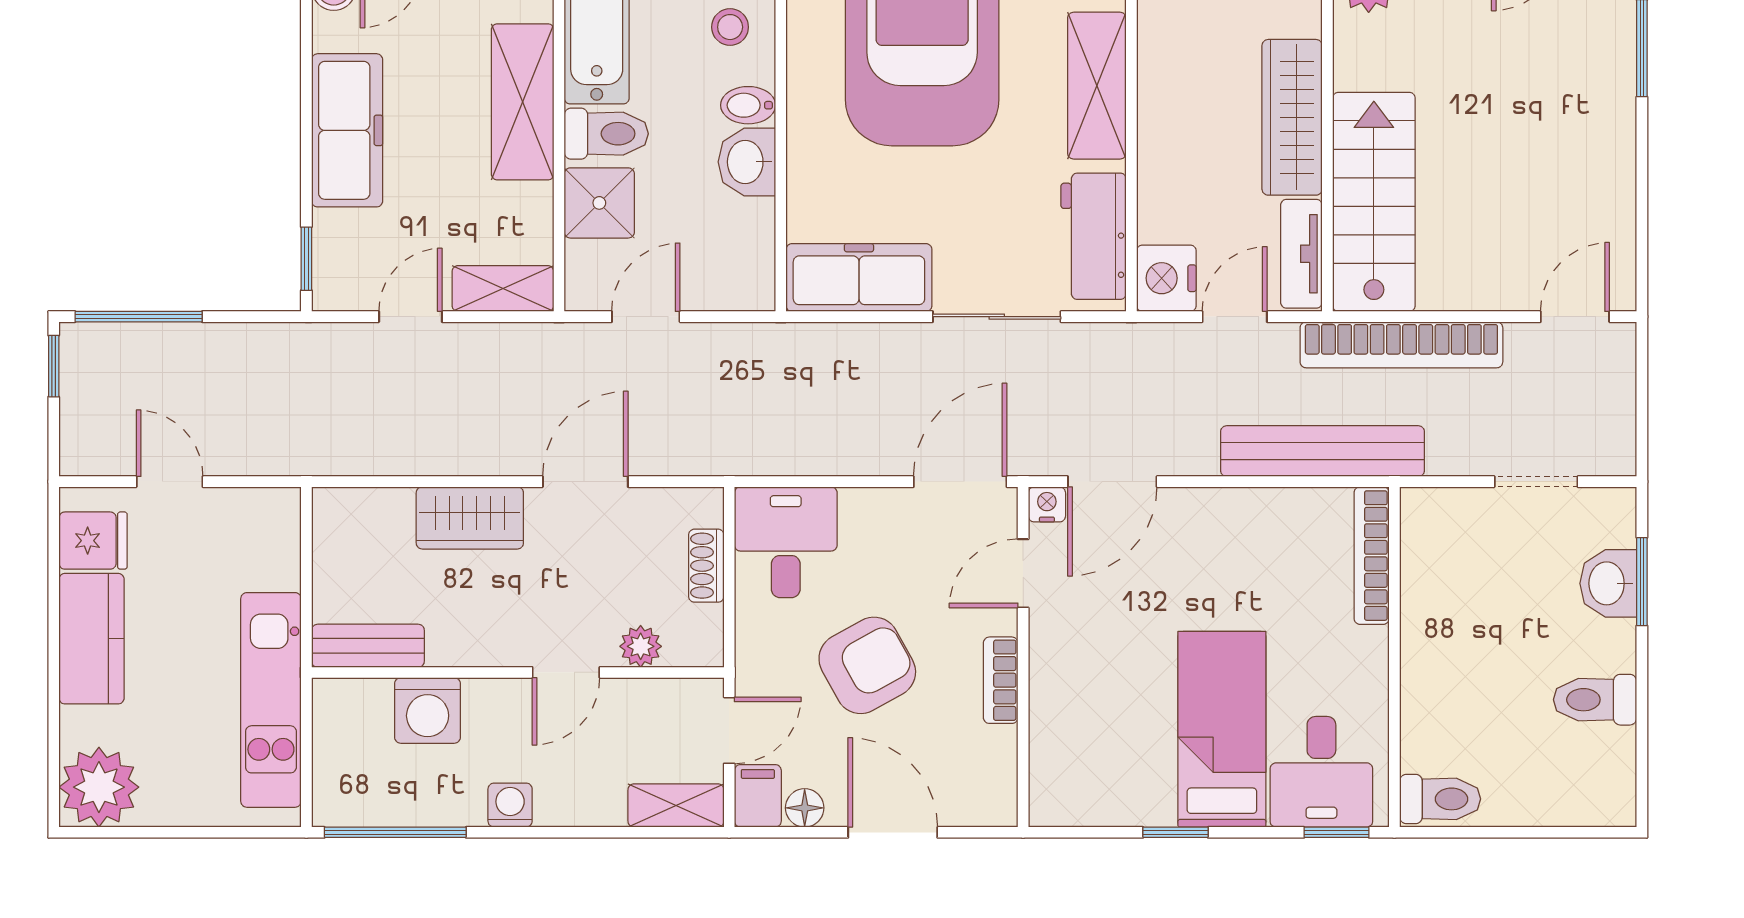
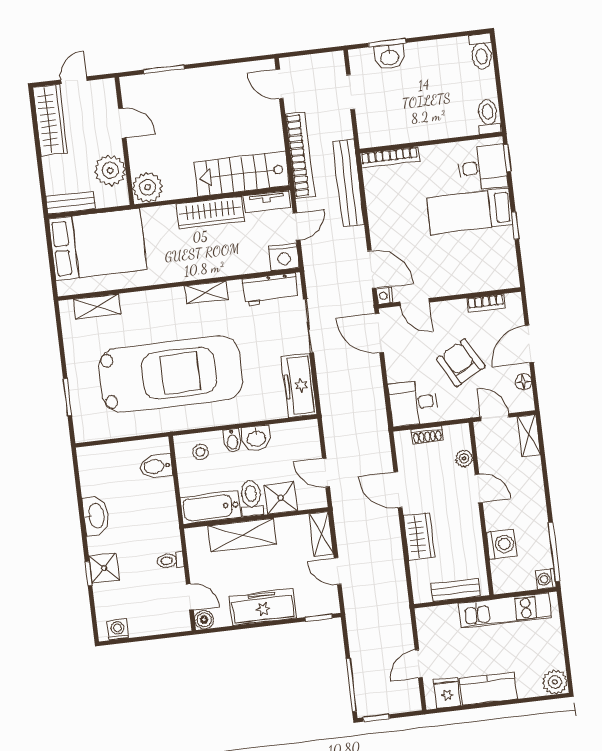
shelving: (1097, 86) -> (206, 293), width x0.67, depth x0.75
door: (1235, 317) -> (297, 226), swing flipped
bench: (368, 646) -> (456, 590), moved, turned 90
bookcase: (1001, 680) -> (486, 303), moved
toilet: (1595, 700) -> (481, 52), moved
plant: (99, 787) -> (555, 682), width x0.73, depth x0.73
filing cabinet: (758, 796) -> (521, 402), removed
washing machine: (510, 805) -> (546, 579), moved

